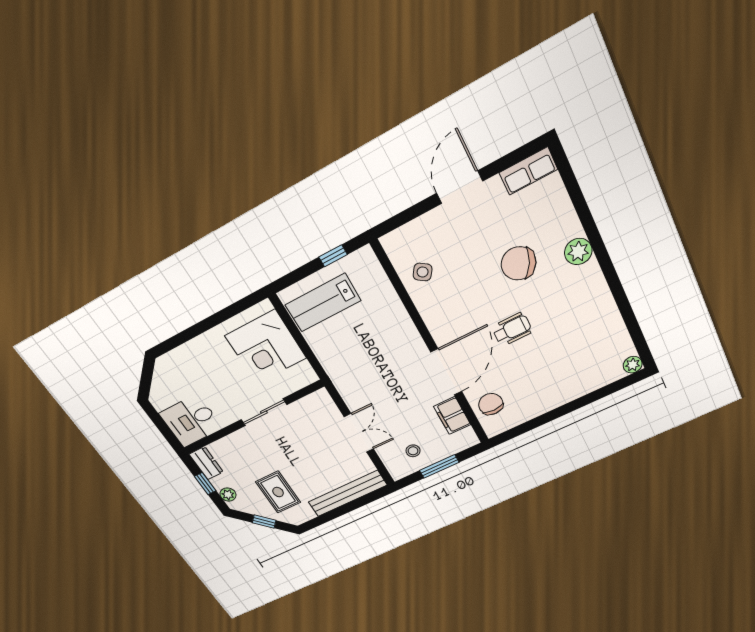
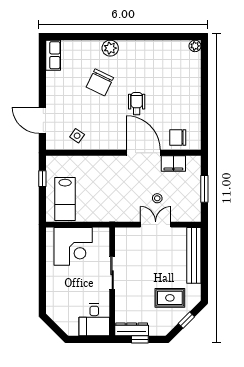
door: (460, 187) -> (42, 120), moved
stool: (413, 451) -> (157, 198), moved
dresser: (206, 463) -> (132, 329), width x1.44
plant: (228, 495) -> (155, 330), removed

